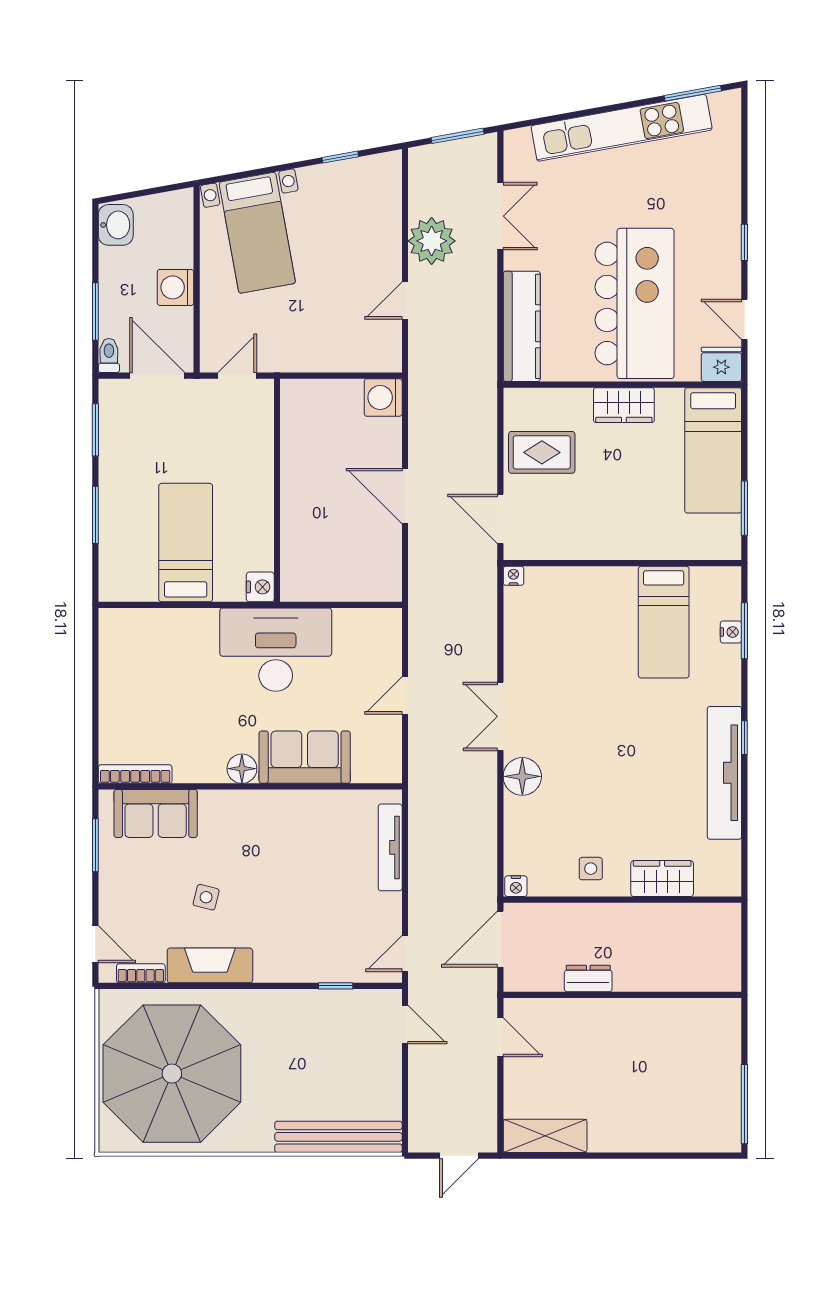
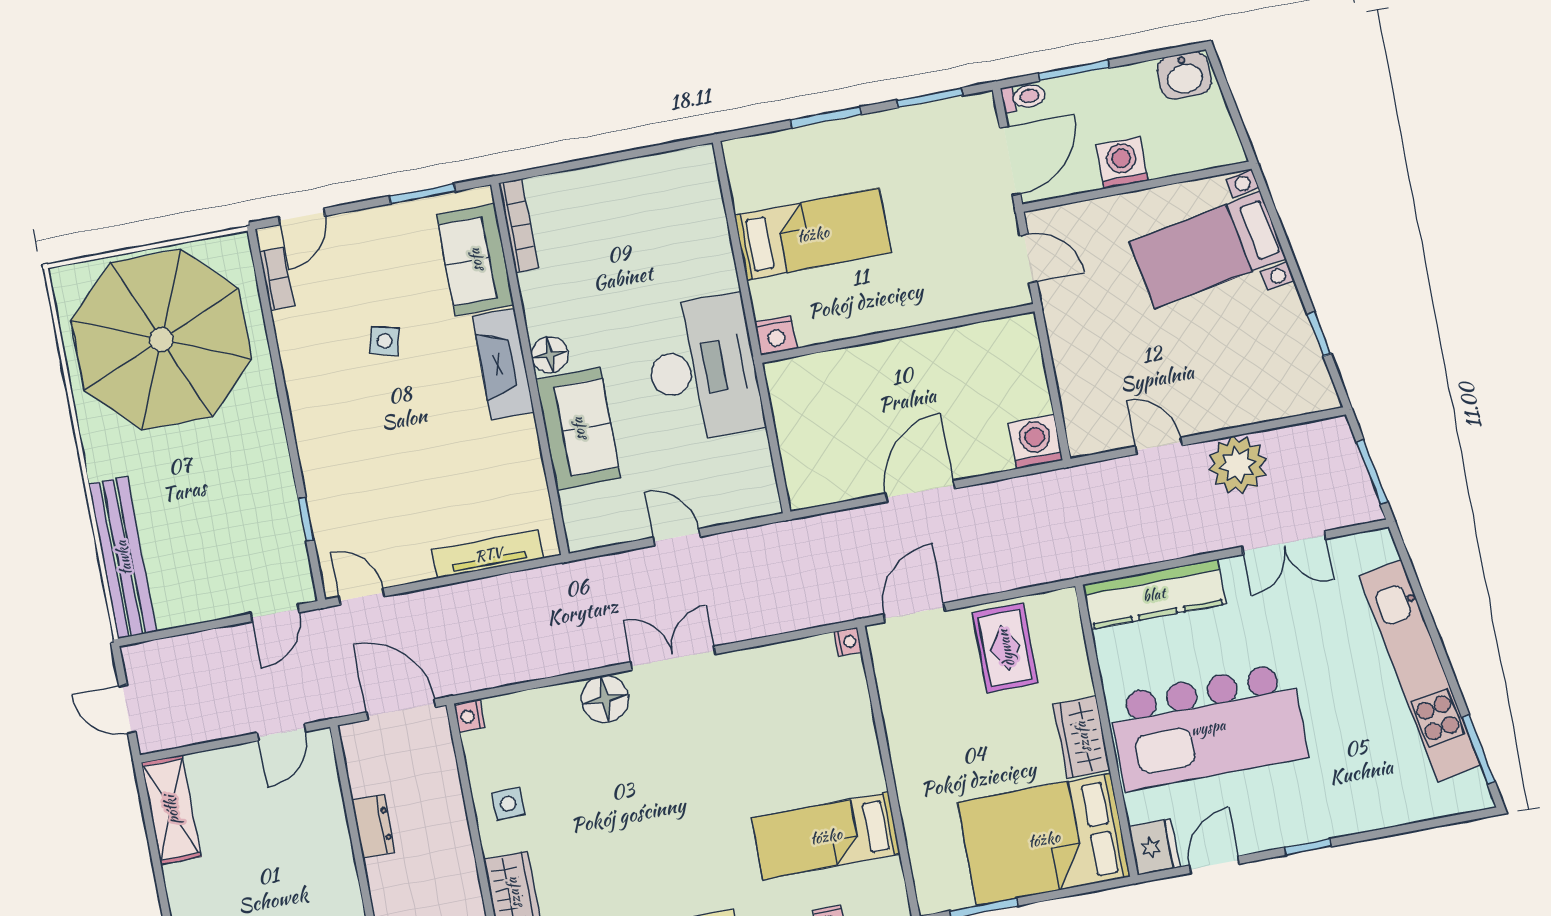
bed: (713, 450) -> (1044, 839), width x1.50
fireplace: (210, 965) -> (503, 364), moved, turned 180

